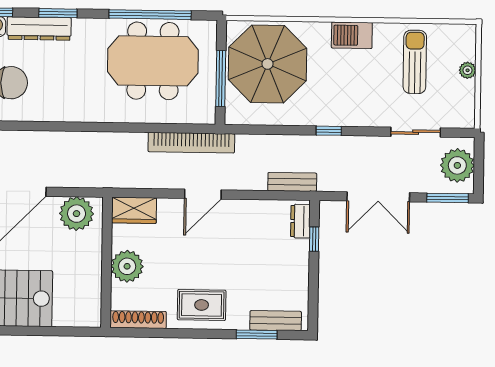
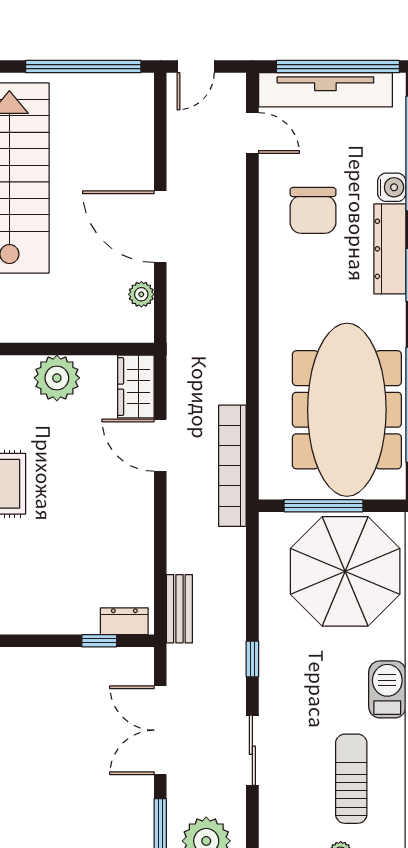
meeting table: (153, 61) -> (347, 410), width x1.36
sun lounger: (415, 62) -> (351, 779), turned -90
sliding door: (416, 132) -> (252, 750), moved
door: (203, 194) -> (160, 445), moved
plant: (77, 214) -> (141, 294), width x0.53, depth x0.53

